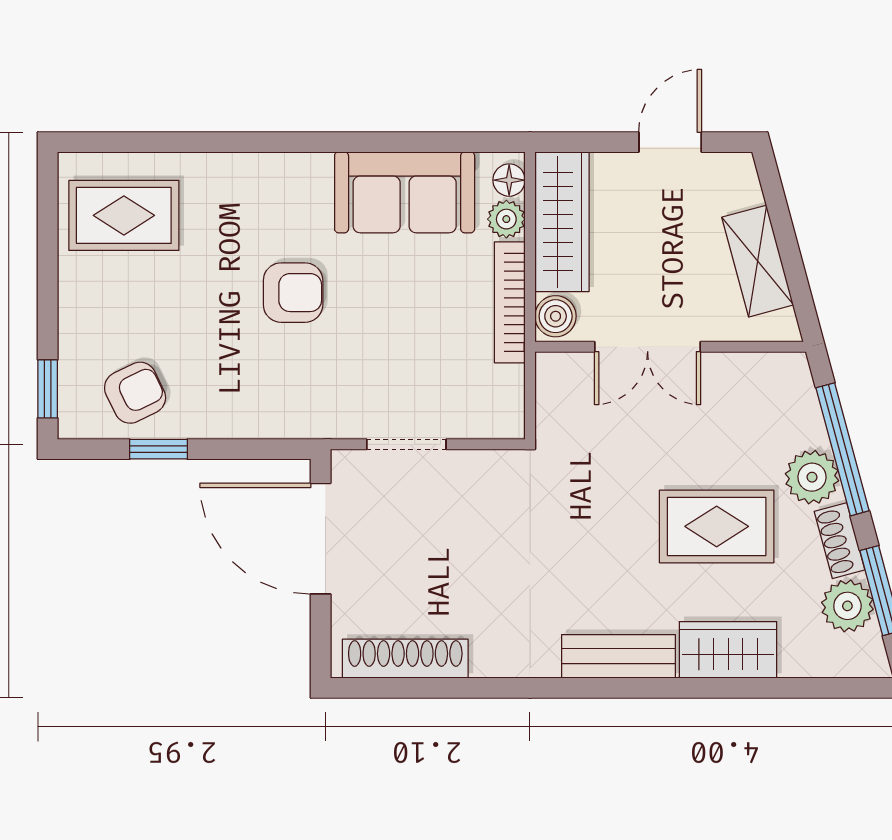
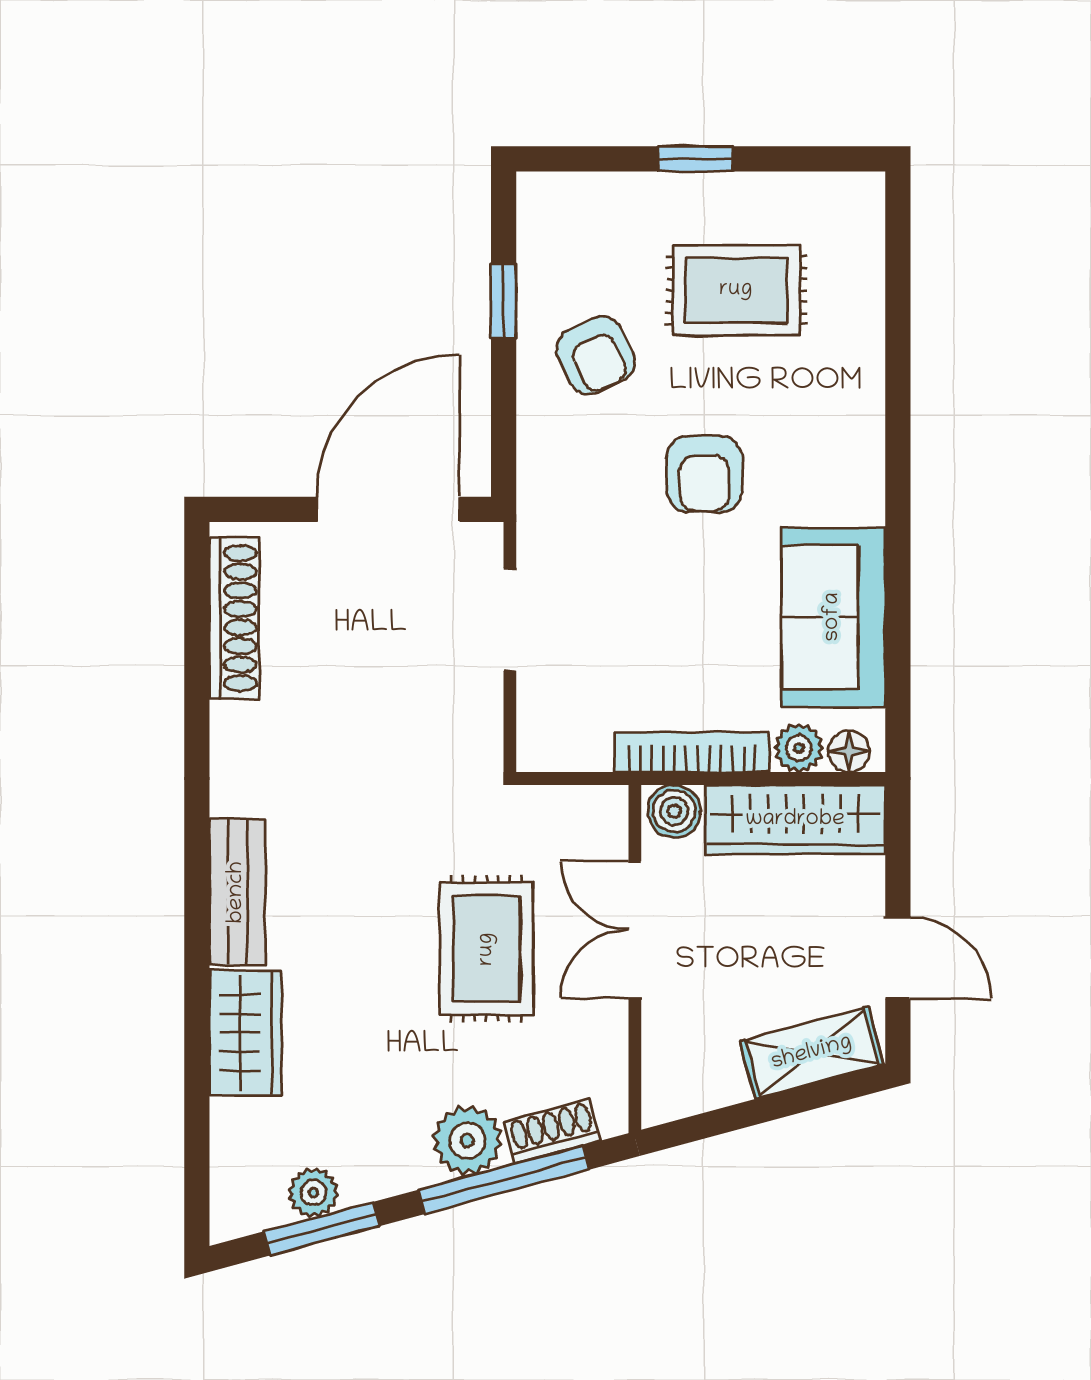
rug: (124, 215) -> (736, 290), moved, turned 90
shelving: (758, 261) -> (812, 1053), moved
window: (48, 389) -> (695, 159), moved
armchair: (135, 393) -> (596, 355), moved
rug: (717, 526) -> (487, 949), moved
shoe rack: (840, 541) -> (552, 1131), moved
plant: (847, 606) -> (313, 1193), width x0.73, depth x0.73

